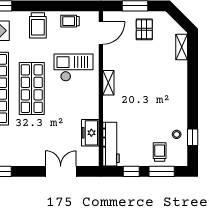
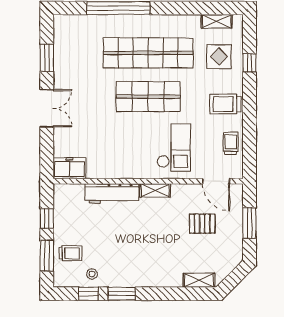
pallet: (144, 29) -> (202, 224), moved
window: (193, 110) -> (122, 294), added
freezer: (90, 133) -> (69, 168), moved
workbench: (111, 144) -> (112, 194), moved
double door: (61, 171) -> (47, 108), moved

